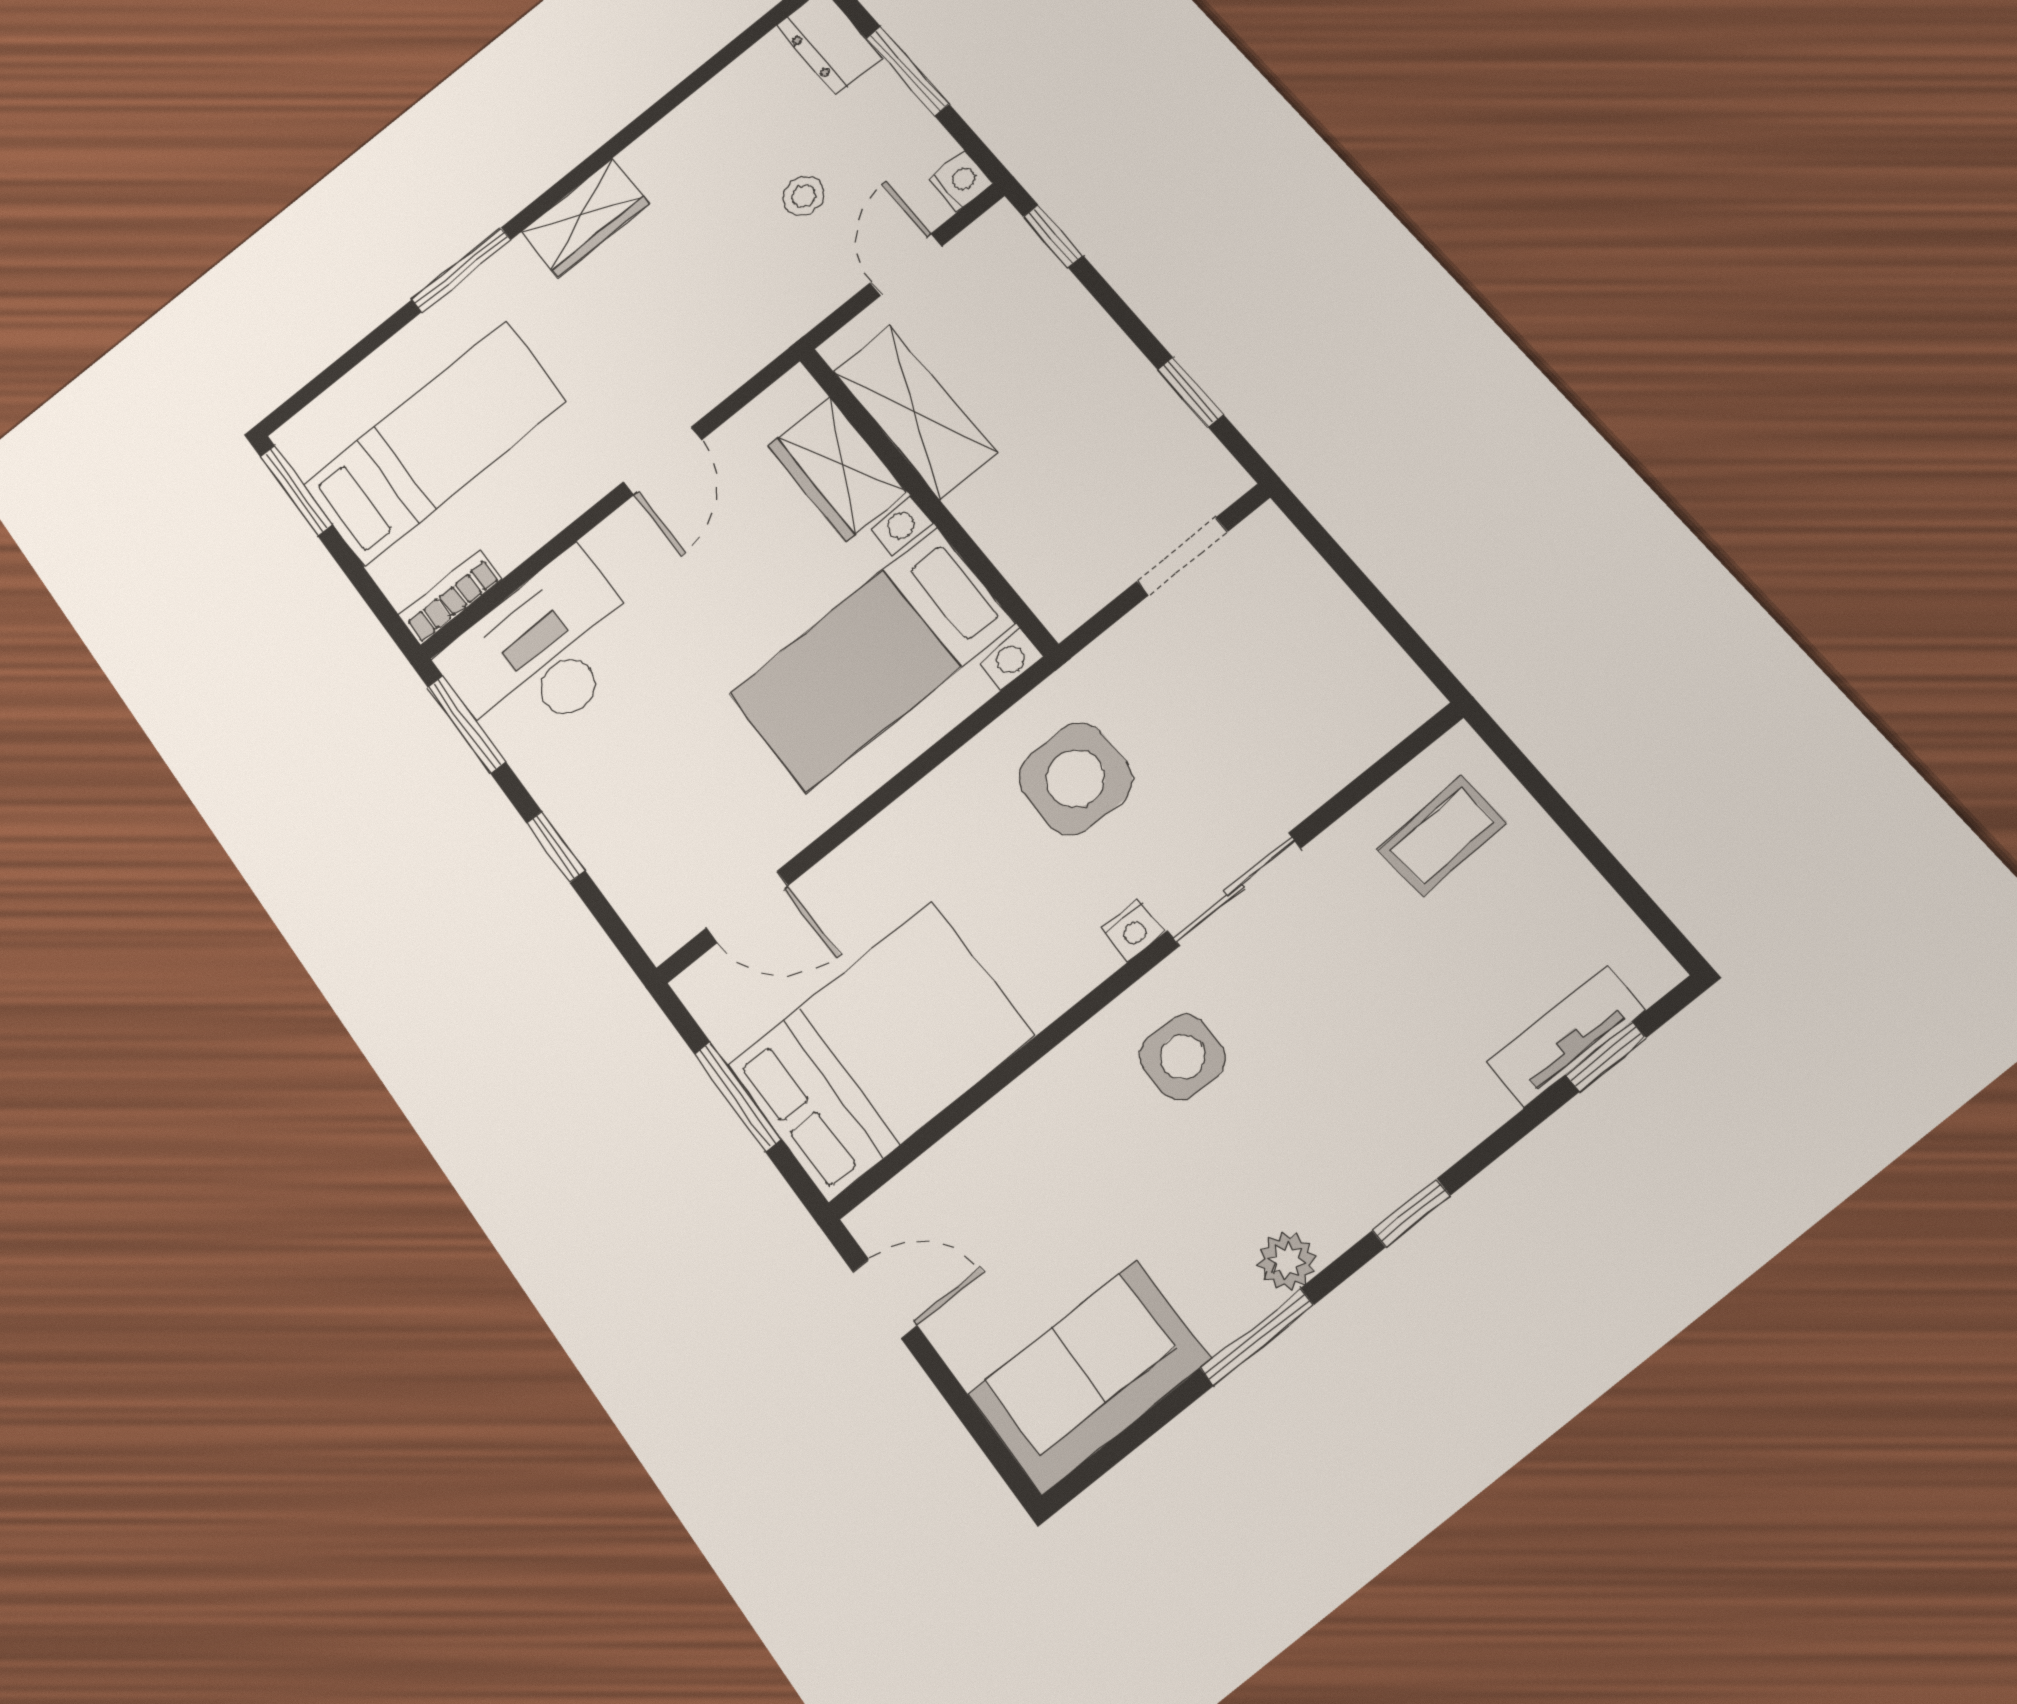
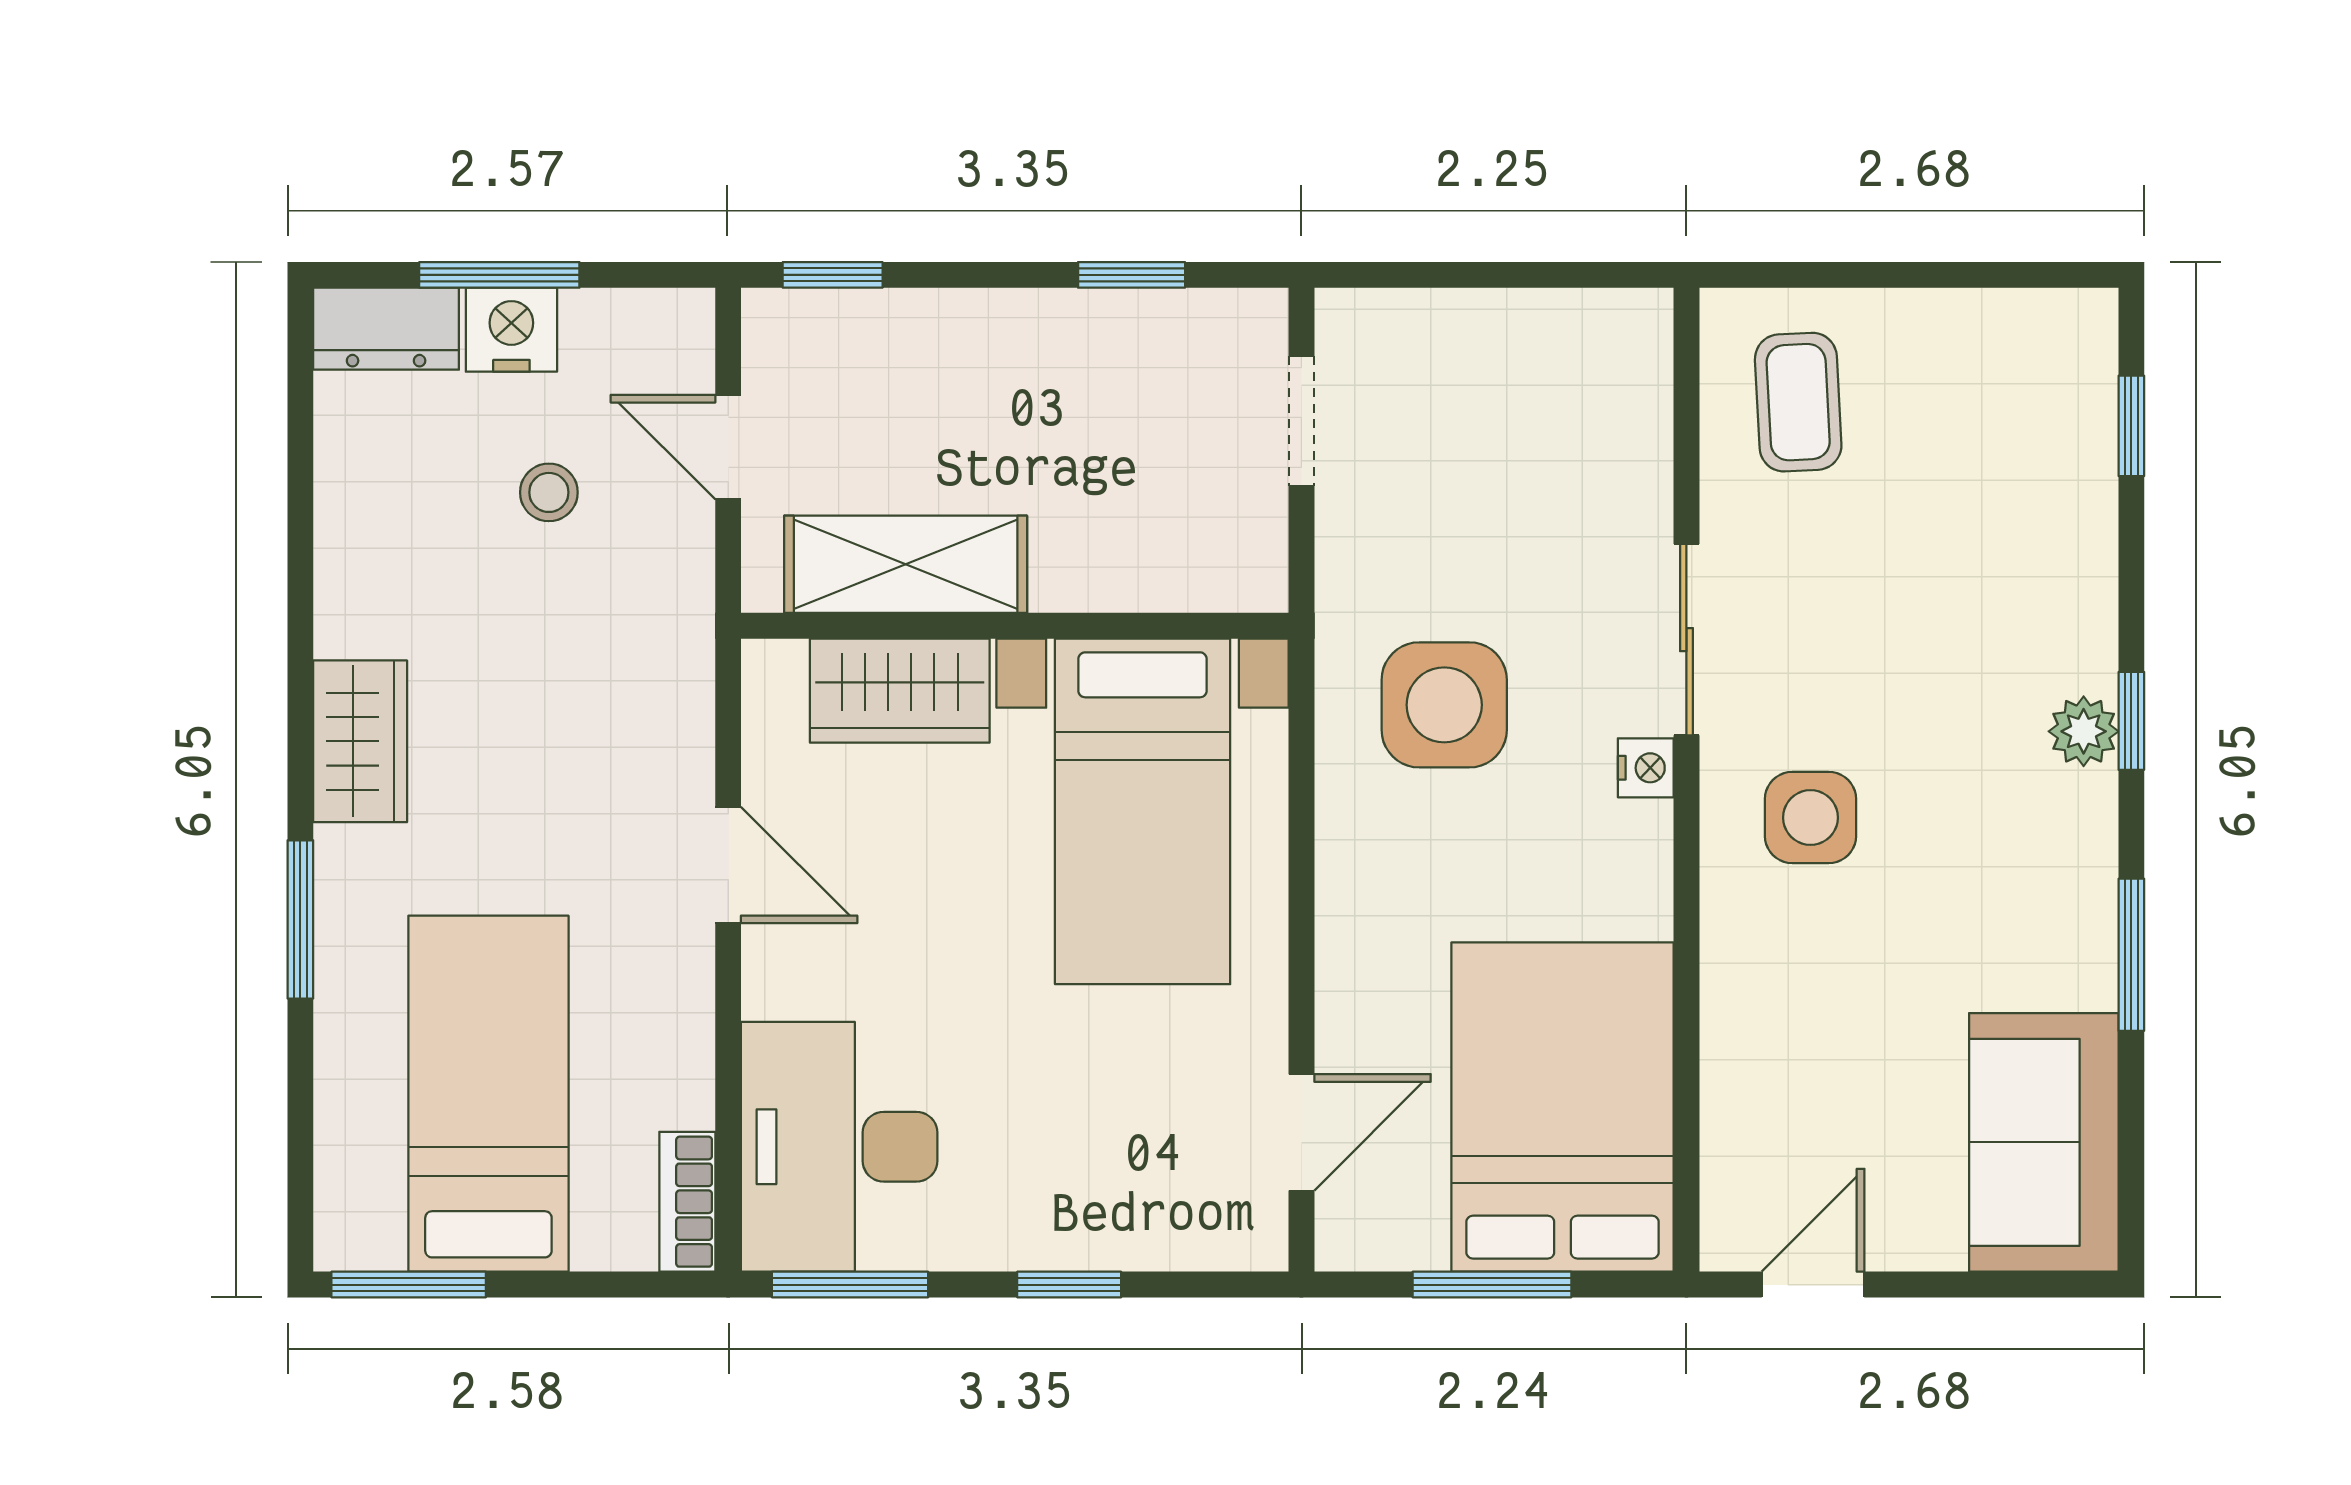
nightstand: (961, 181) -> (511, 330), moved, width x1.39, depth x1.35
tv unit: (1566, 1036) -> (2083, 446), removed
plant: (1287, 1261) -> (2084, 731), moved

